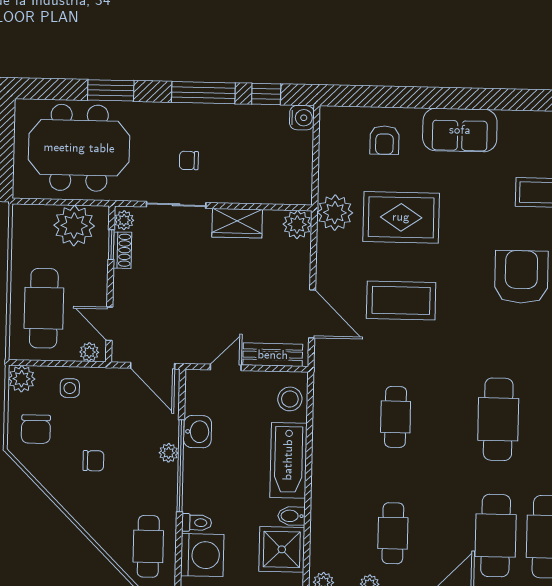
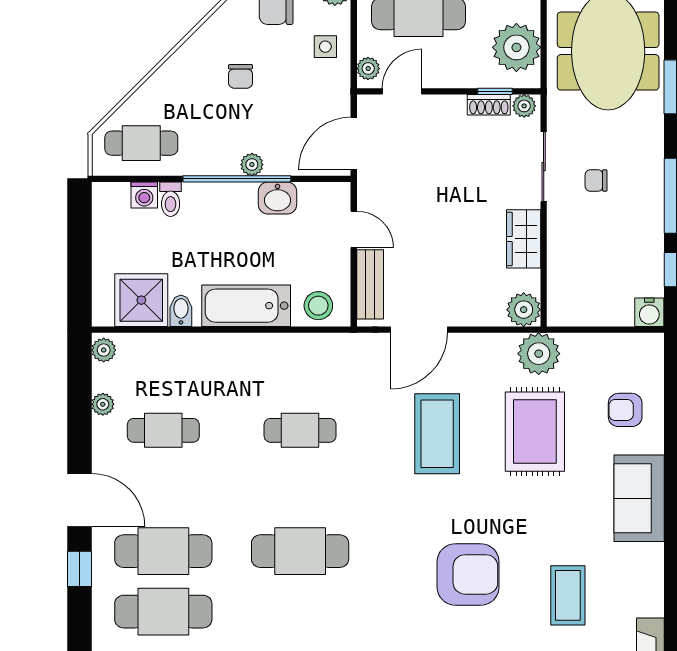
chair: (189, 160) -> (596, 181), turned -90
washing machine: (202, 555) -> (144, 195), width x0.53, depth x0.53

